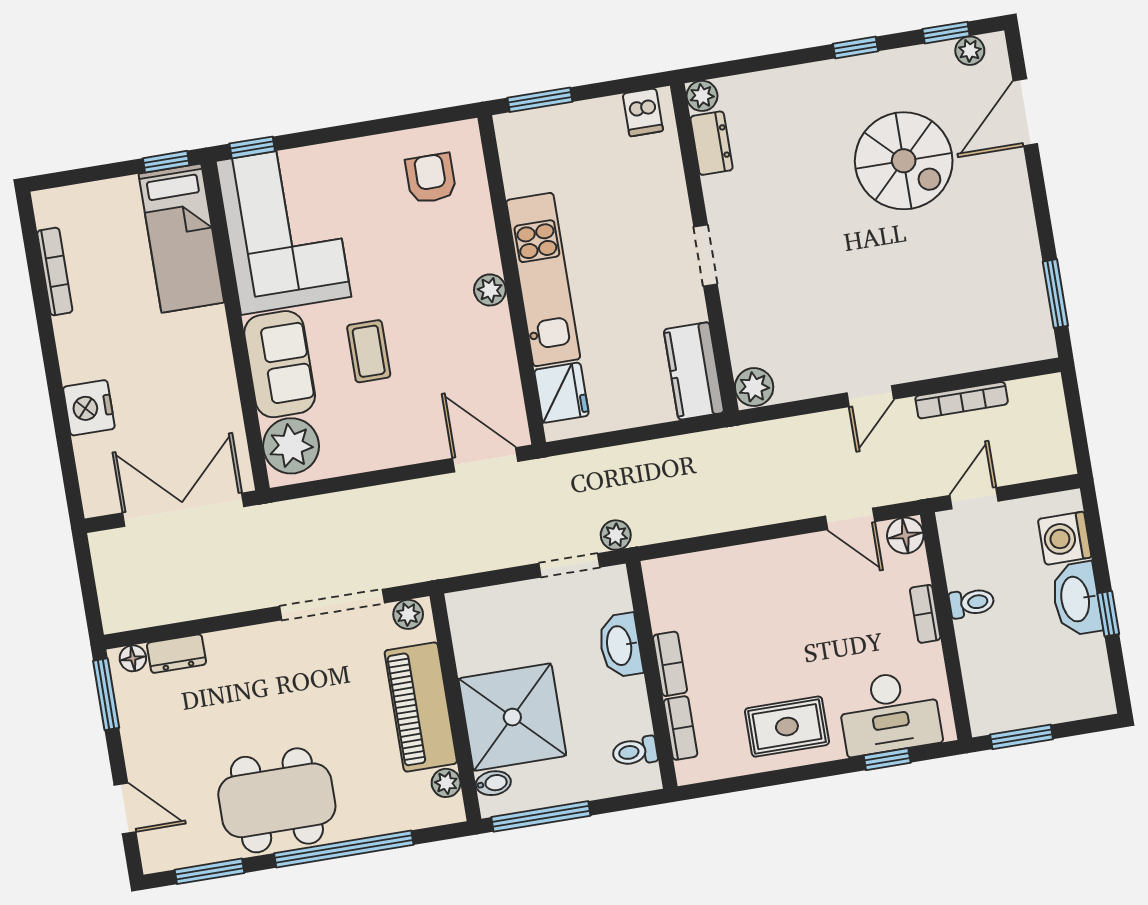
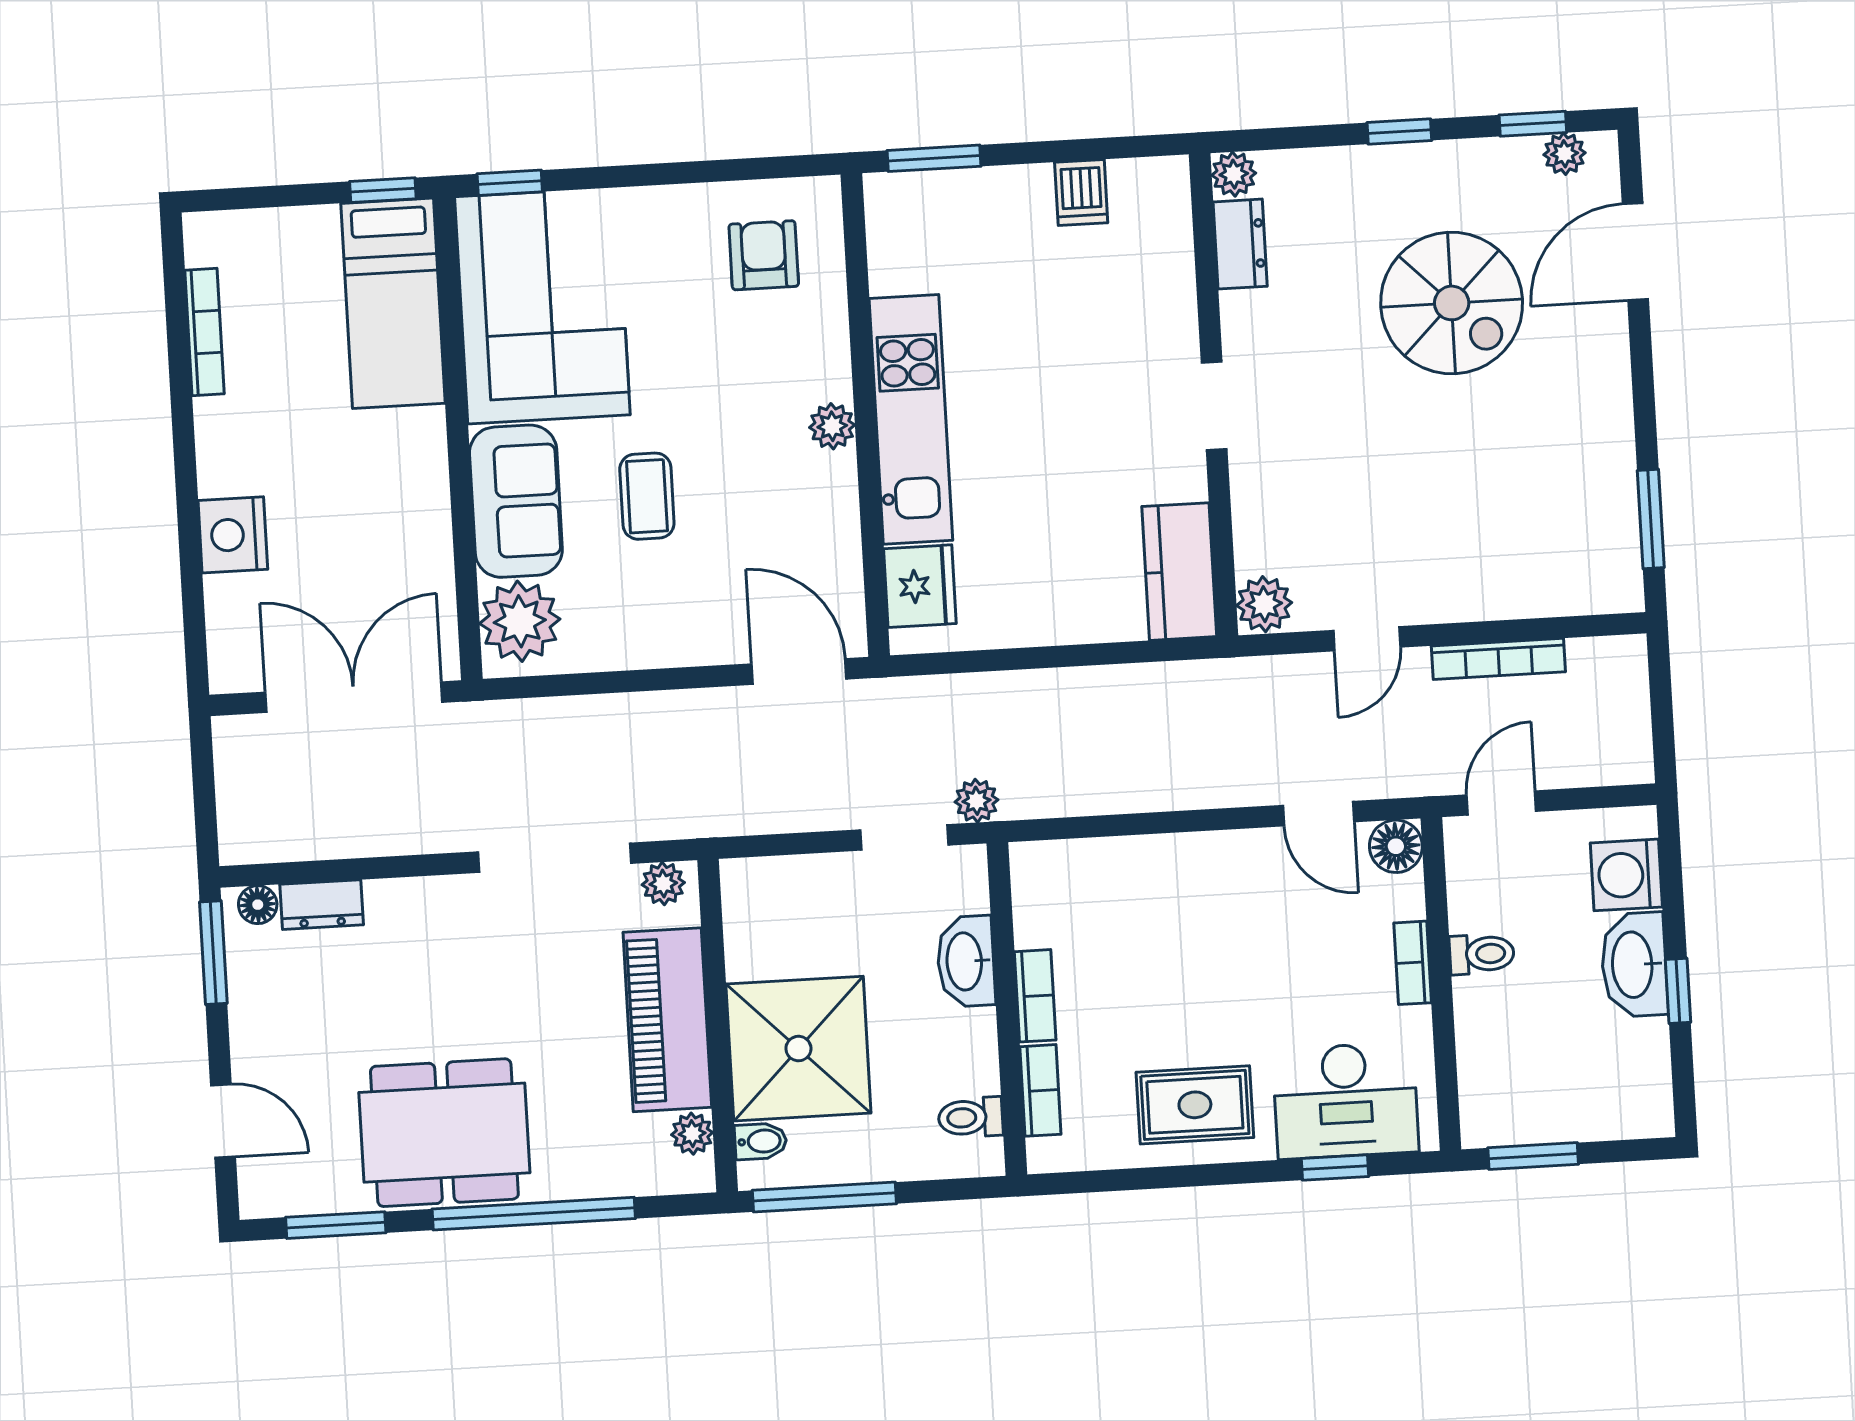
plant: (702, 96) -> (1234, 174), moved
dresser: (711, 143) -> (1240, 244), moved
wall: (704, 248) -> (1213, 395), moved
doorway: (705, 255) -> (1214, 406), moved
kitchen counter: (694, 371) -> (1179, 572), moved
plant: (754, 387) -> (1264, 604), moved

